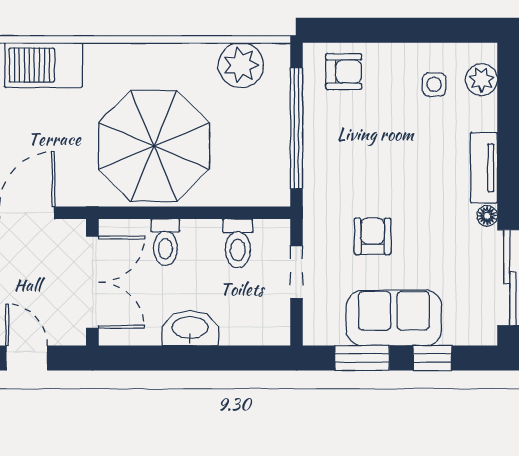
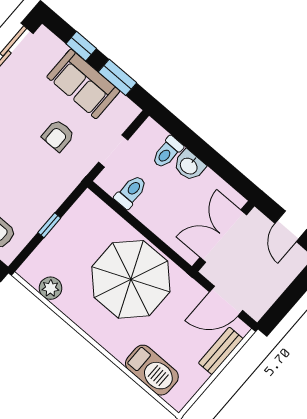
plant: (241, 65) -> (50, 288), width x0.73, depth x0.73
window: (296, 128) -> (49, 225), width x0.32
toilet: (165, 242) -> (167, 152), moved, turned 180
washbasin: (190, 328) -> (189, 166), width x0.72

